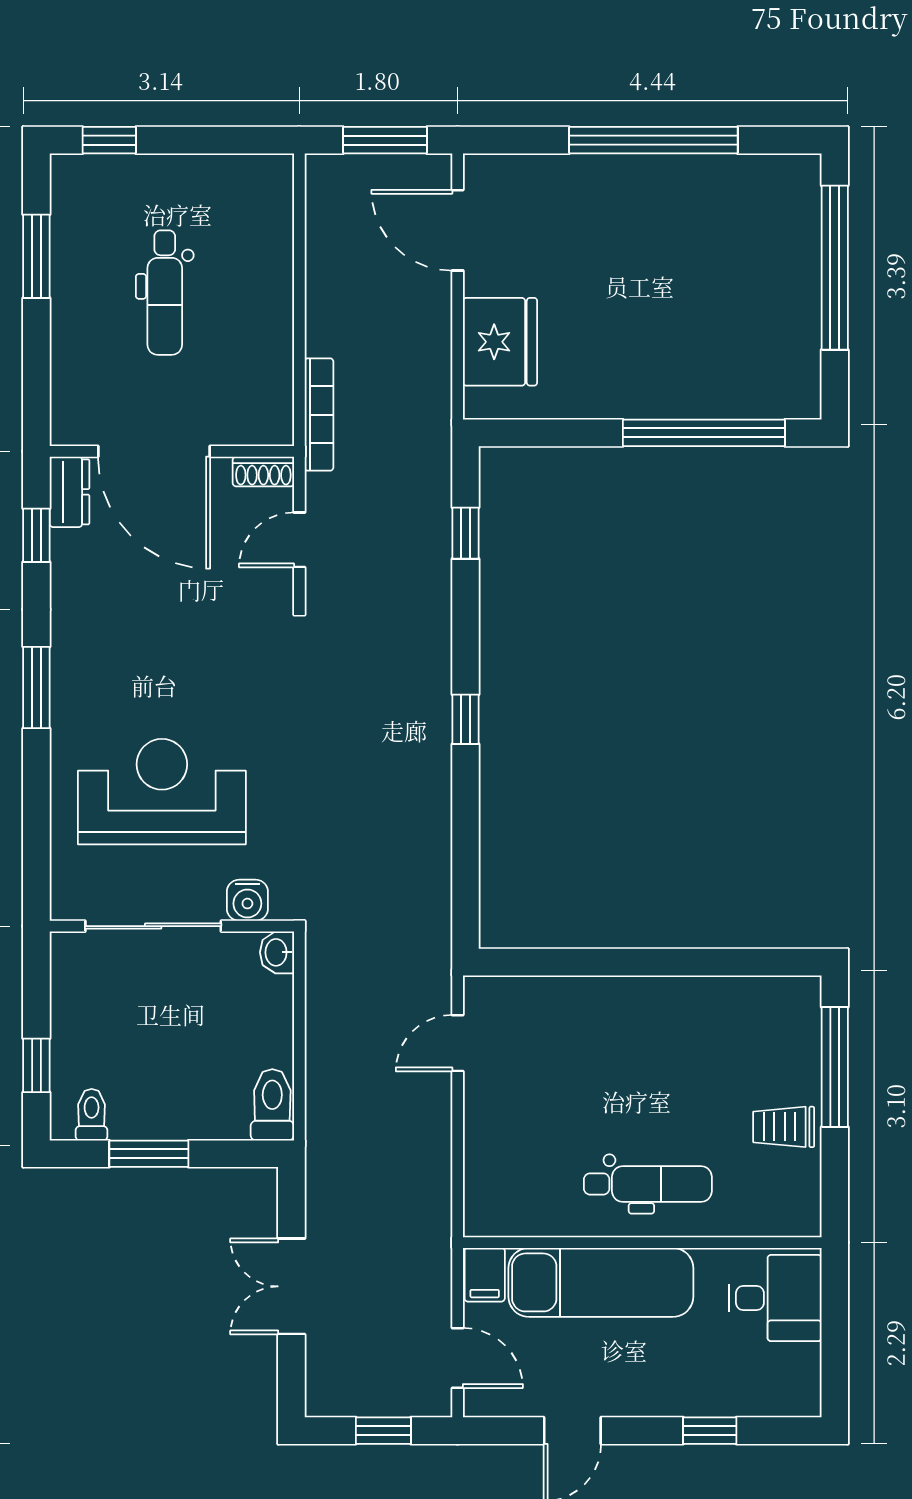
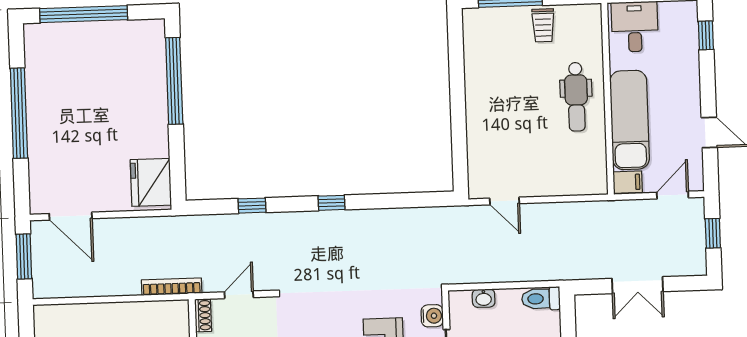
door: (458, 230) -> (71, 216), hinge flipped
fridge: (500, 342) -> (151, 182), moved, turned -90
window: (465, 533) -> (252, 206), moved
door: (299, 540) -> (239, 295), swing flipped
washbasin: (277, 952) -> (484, 298), moved
dental chair: (648, 1184) -> (576, 97), turned 180
window: (710, 1431) -> (706, 35), moved

